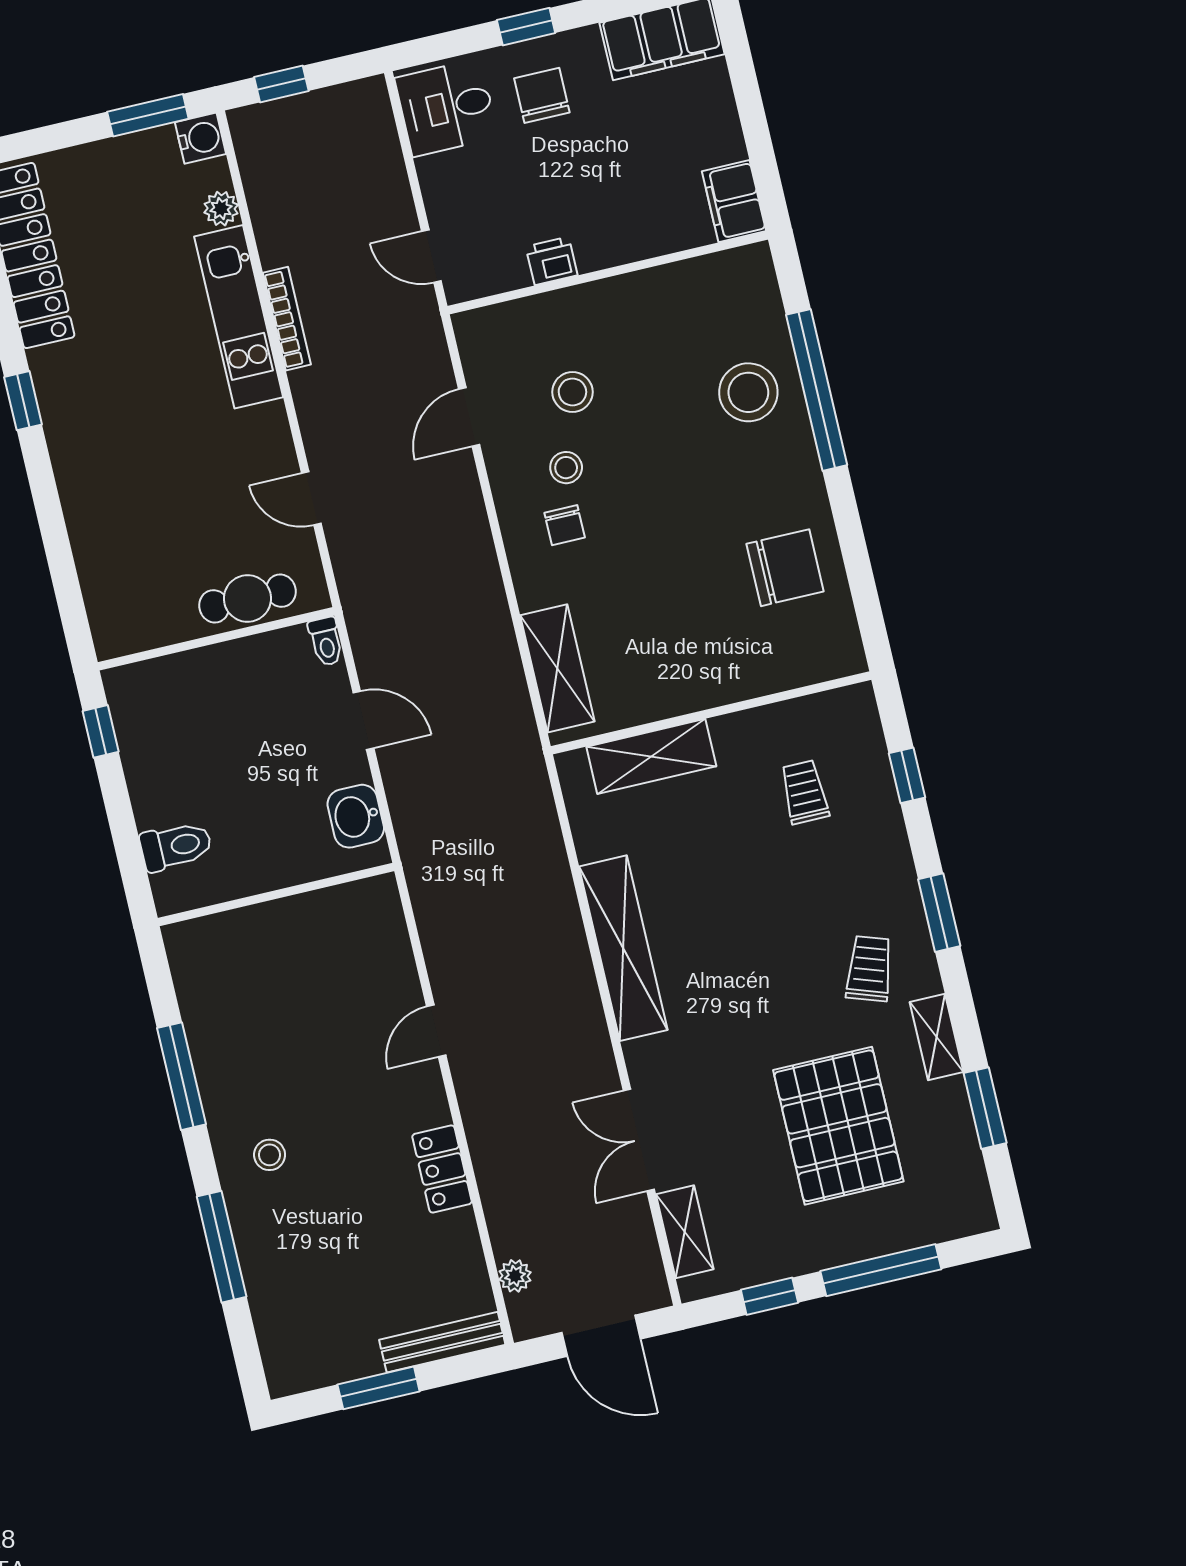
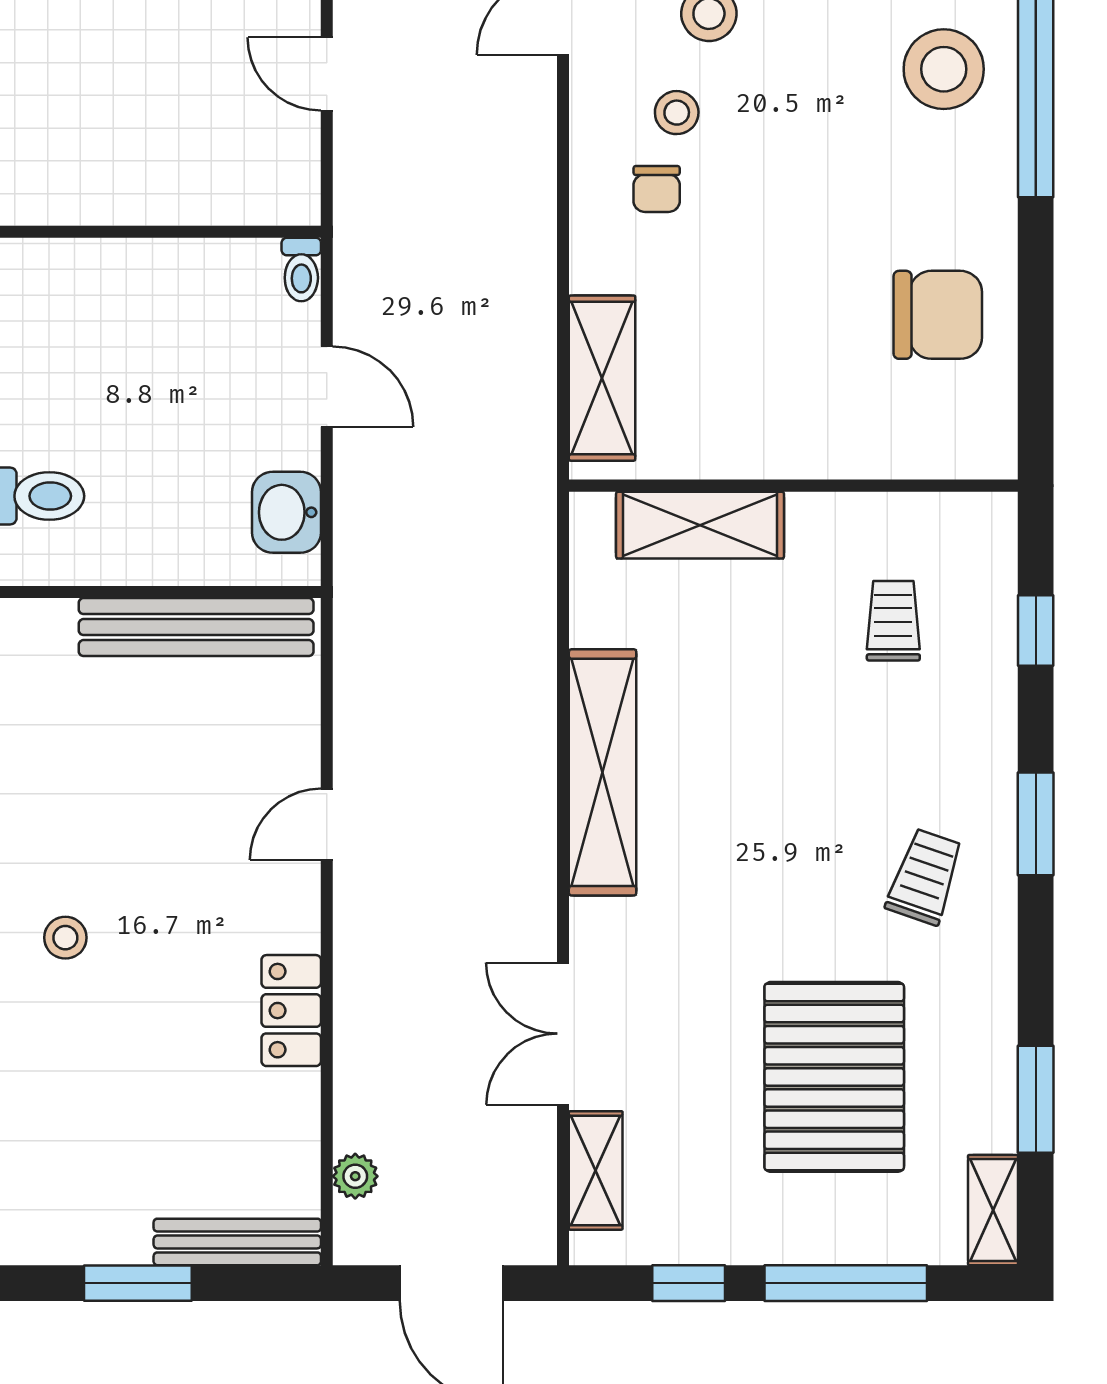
cafe table: (247, 598) -> (210, 188), removed
bench: (311, 913) -> (196, 627), added
shelving: (936, 1037) -> (993, 1210), moved

